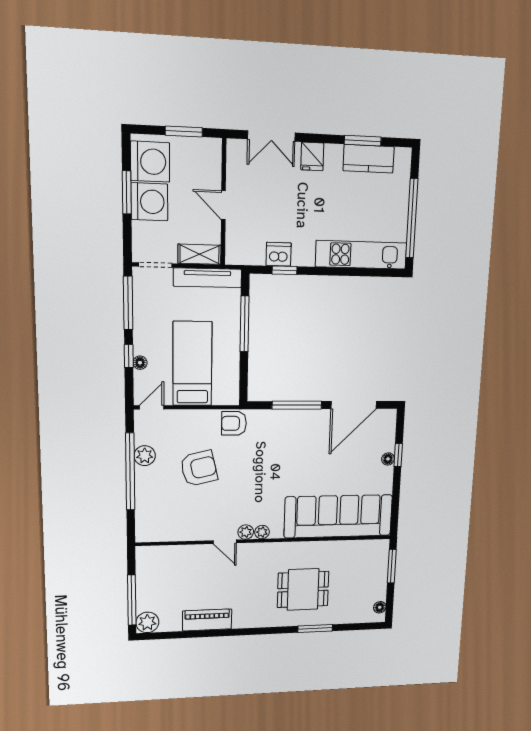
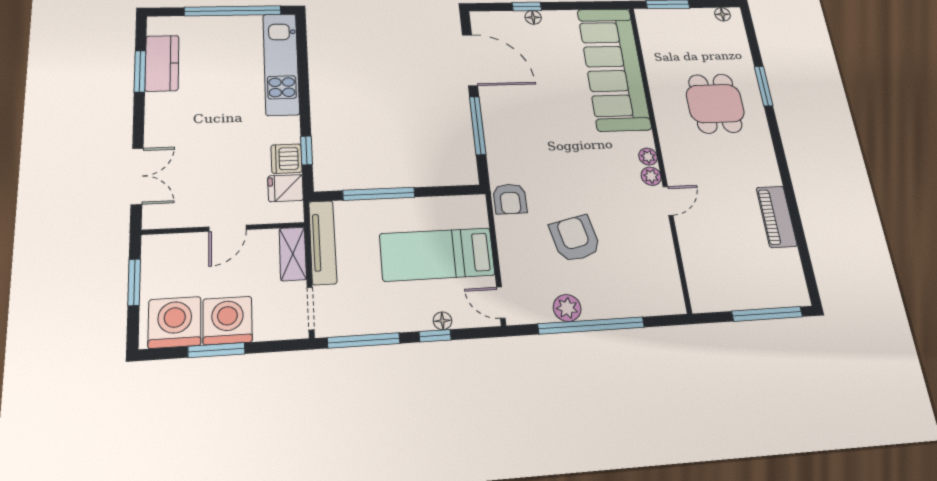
fridge: (312, 156) -> (286, 188), moved, turned 180
plant: (147, 622) -> (794, 292), removed

